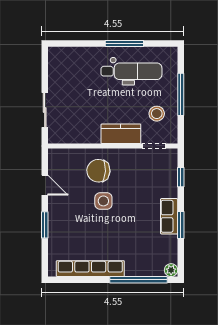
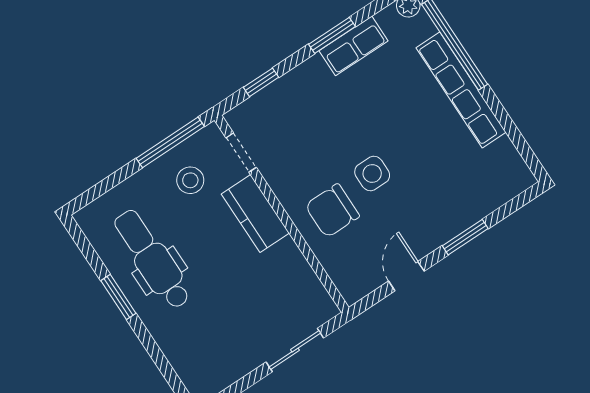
window: (124, 44) -> (118, 297), width x0.69
window: (181, 94) -> (170, 142), moved
chair: (98, 171) -> (332, 211), turned 87
row of seats: (169, 216) -> (354, 46), moved
row of seats: (90, 269) -> (461, 90), moved

